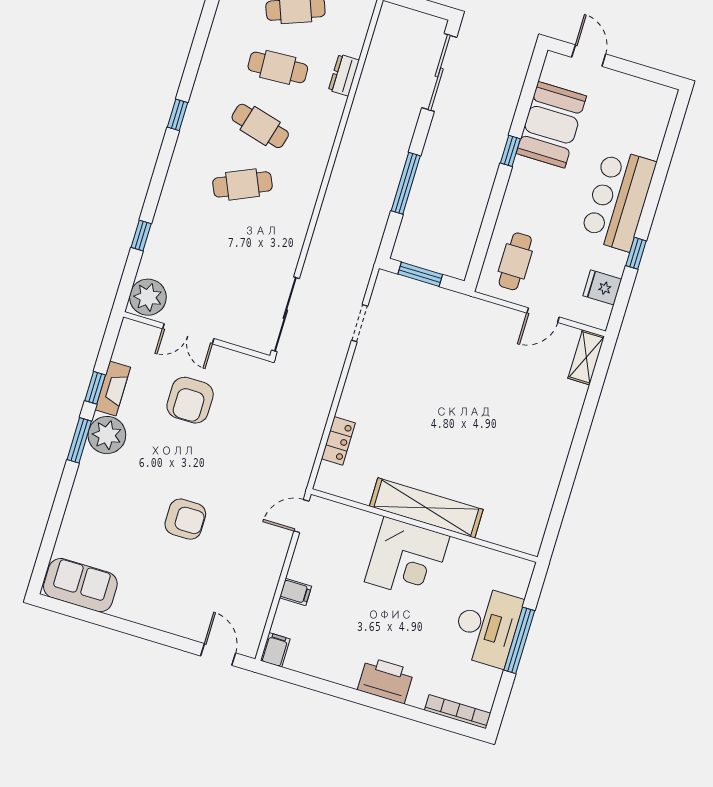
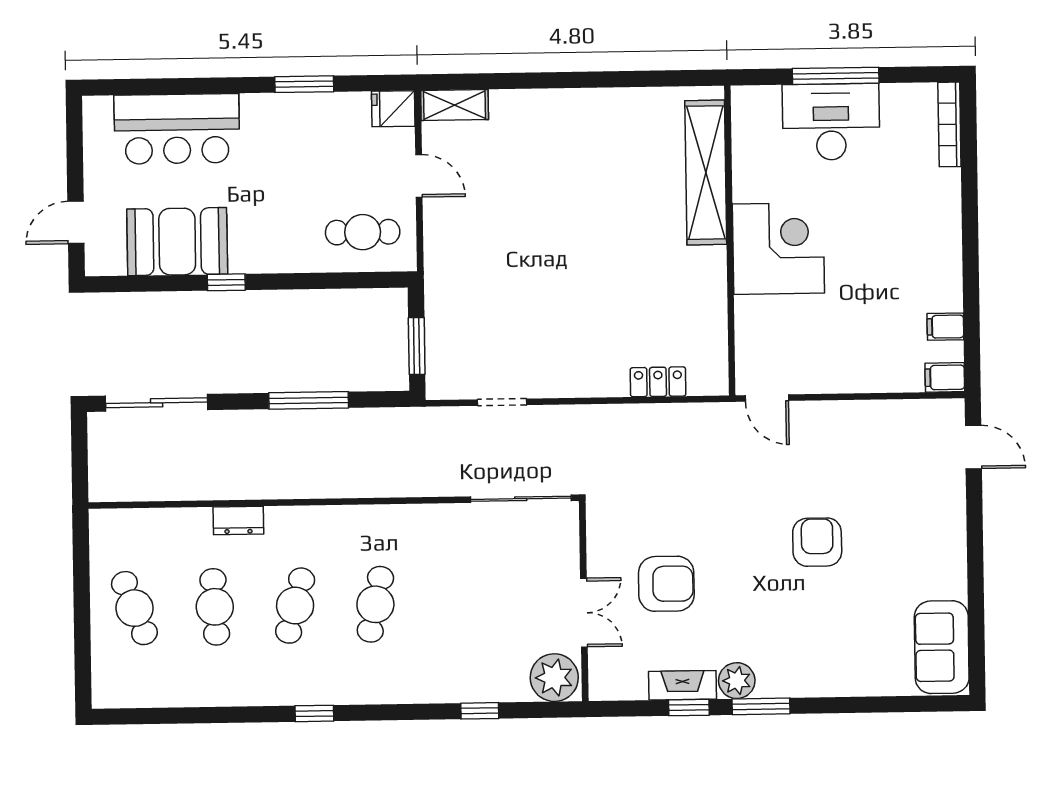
dresser: (344, 75) -> (238, 520), moved
cafe table: (242, 184) -> (375, 604), turned 36
bar counter: (618, 200) -> (177, 129), moved
window: (636, 253) -> (304, 84), width x1.50
fridge: (602, 287) -> (393, 109), moved, turned 90
plant: (107, 435) -> (737, 681), width x0.73, depth x0.73
shelving: (426, 508) -> (706, 173), moved
filing cabinet: (295, 592) -> (945, 327), moved, turned -90
door: (218, 654) -> (973, 447), swing flipped
printer: (386, 680) -> (939, 227), removed

